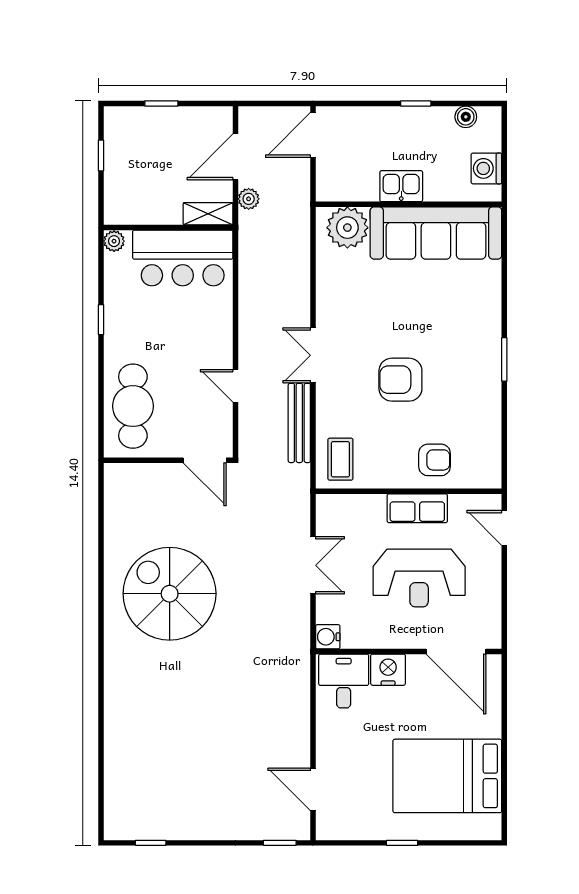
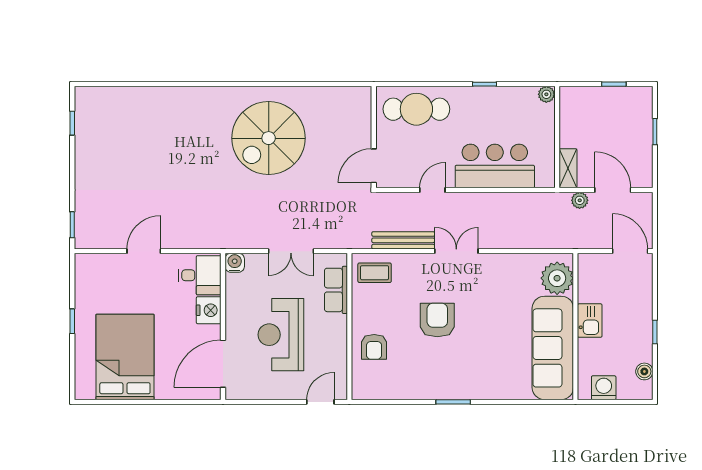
bar counter: (183, 258) -> (495, 166), moved, turned 90
row of seats: (417, 508) -> (336, 290), moved
spiral stairs: (170, 594) -> (269, 138), turned 180
door: (313, 789) -> (144, 251), moved

